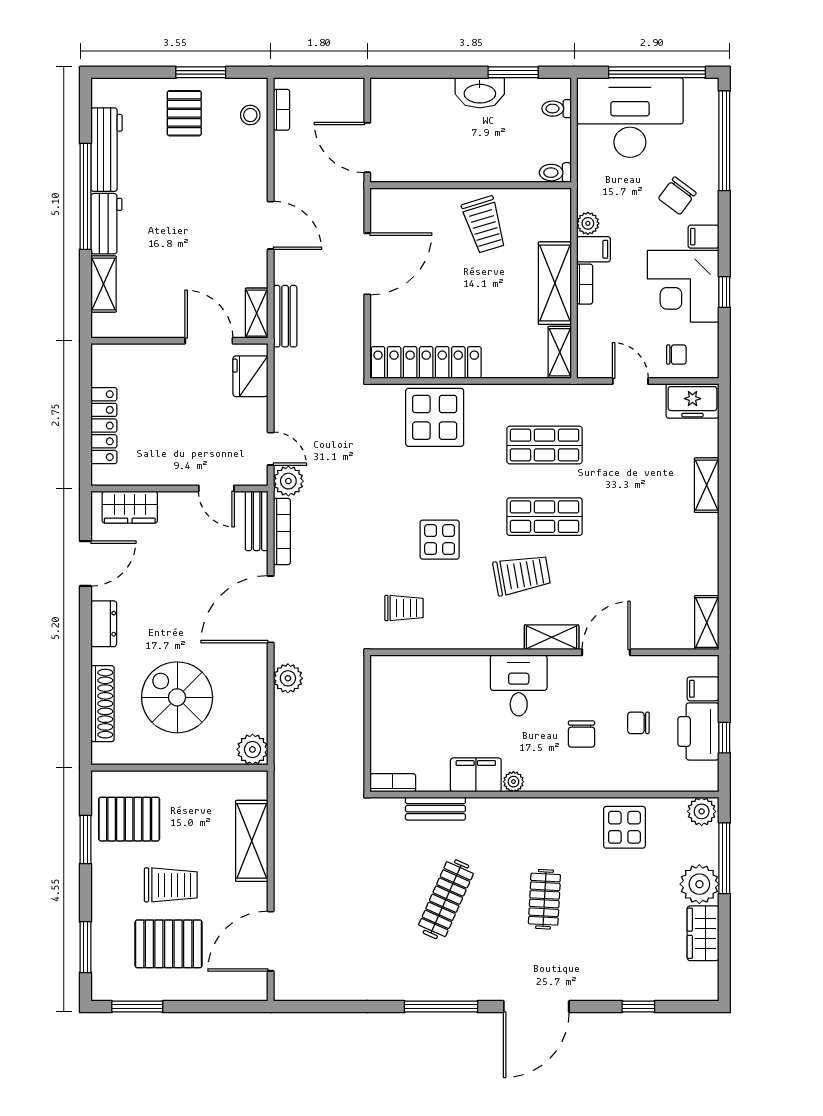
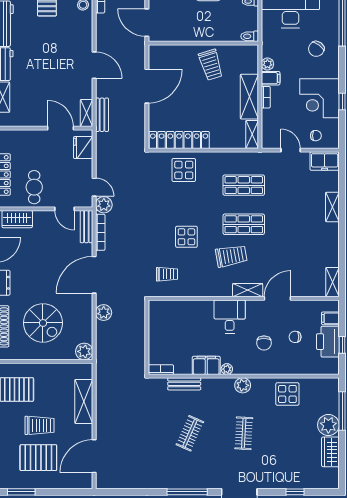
filing cabinet: (704, 237) -> (331, 71), removed
display table: (435, 417) -> (184, 170), width x0.73, depth x0.73
cafe table: (161, 449) -> (34, 187), added
spiral stairs: (177, 697) -> (43, 323), turned 180
plant: (702, 811) -> (243, 385), moved
clothes rail: (446, 899) -> (190, 433), width x0.73

